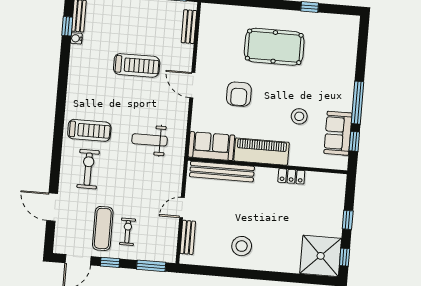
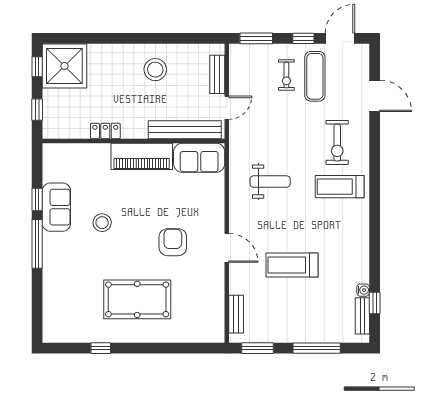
sofa: (211, 146) -> (199, 158), moved
piano: (261, 152) -> (142, 156), moved
wall: (267, 166) -> (133, 141), moved
bench: (222, 172) -> (185, 130), moved
locker: (291, 176) -> (105, 131), moved

